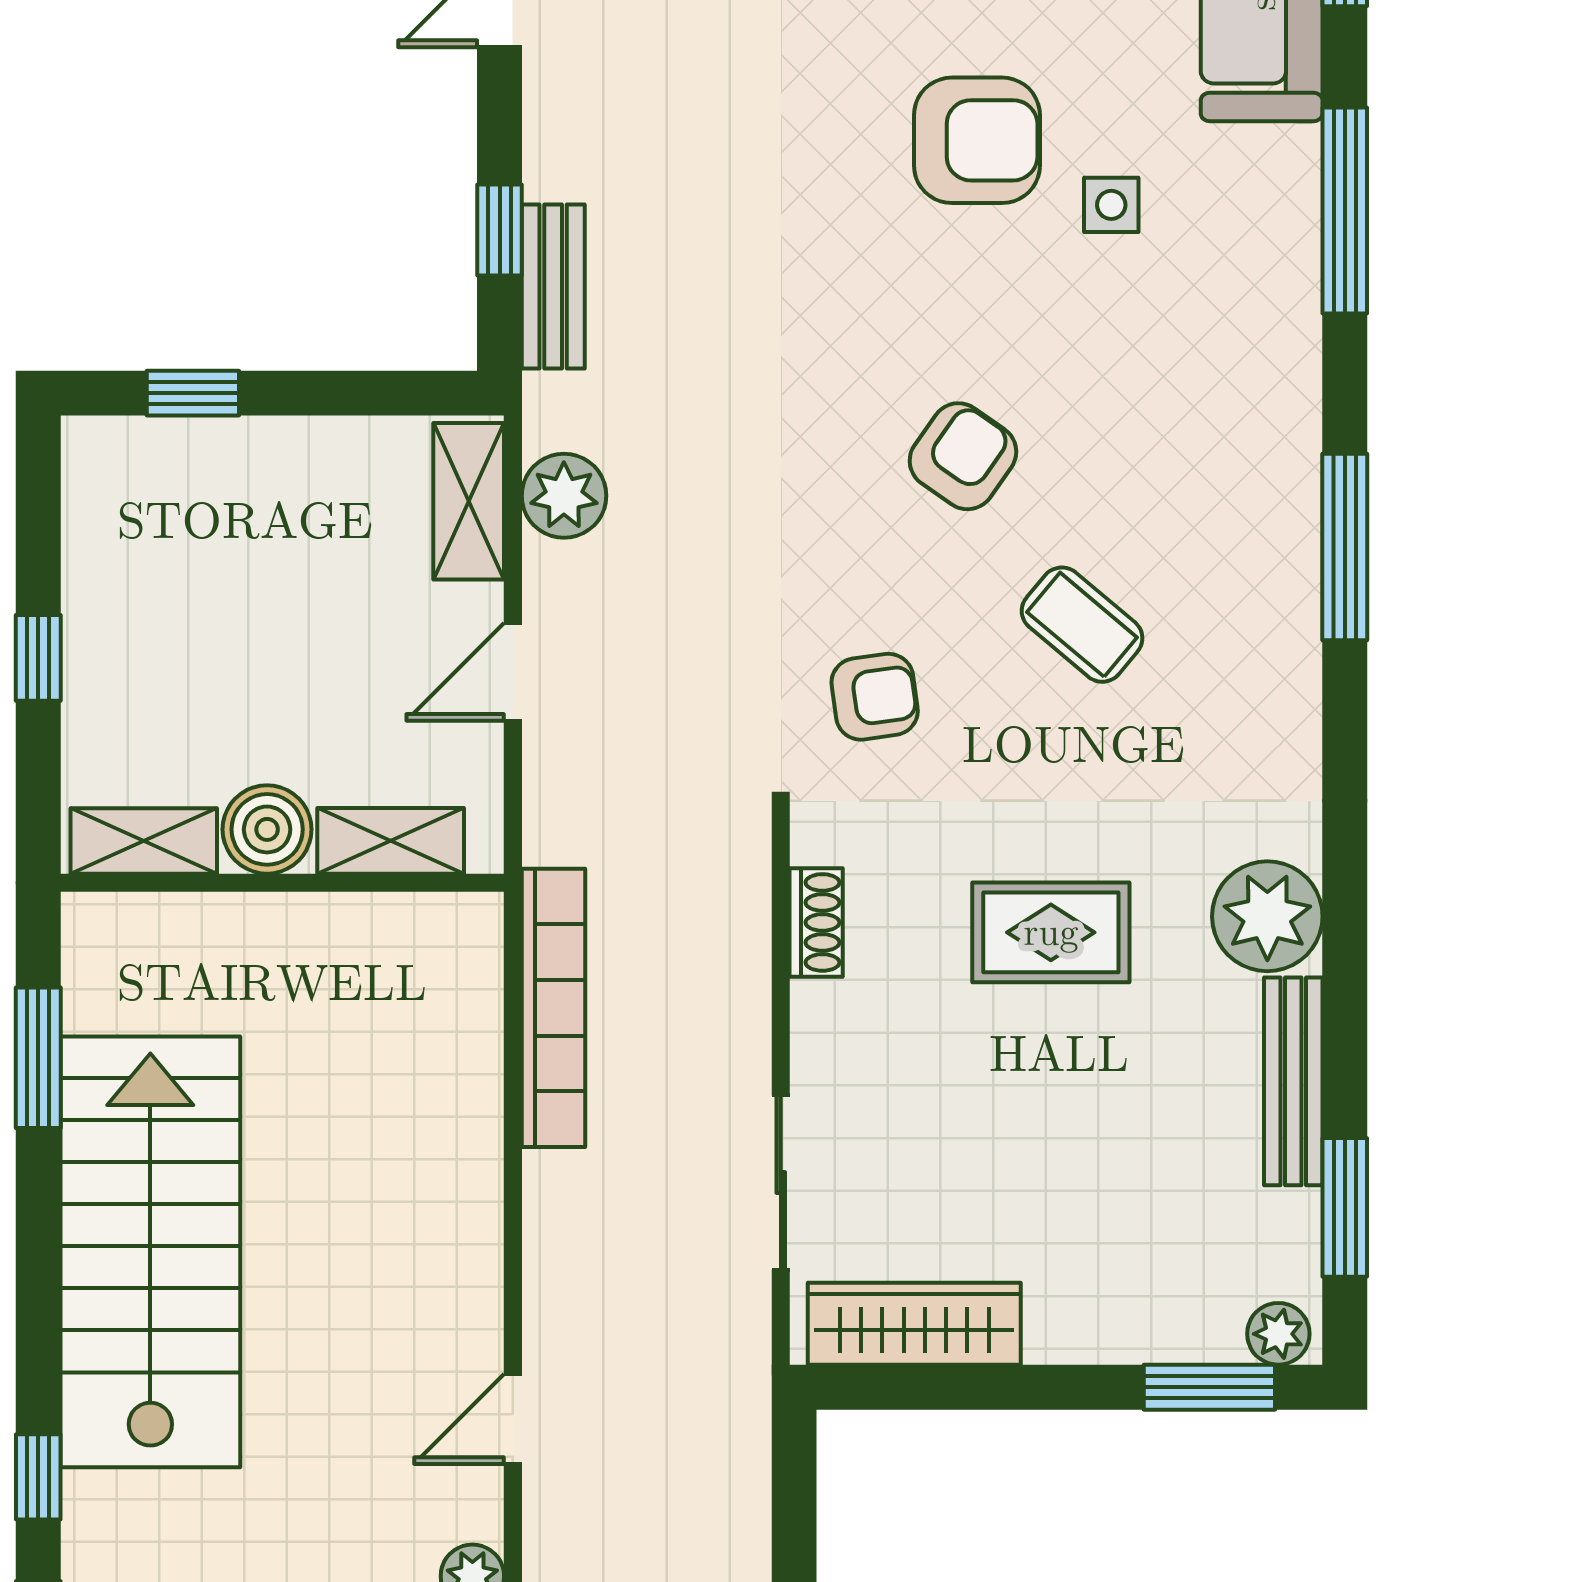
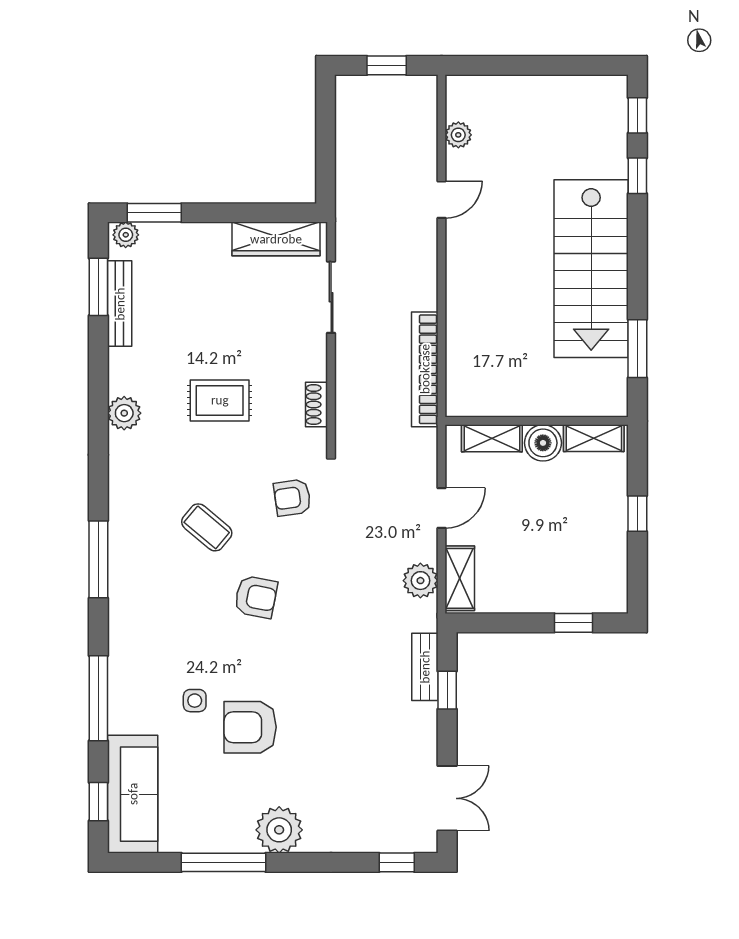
armchair: (963, 456) -> (256, 597), turned -114
plant: (1267, 916) -> (124, 413), width x0.73, depth x0.73
bench: (1293, 1081) -> (120, 304), moved

